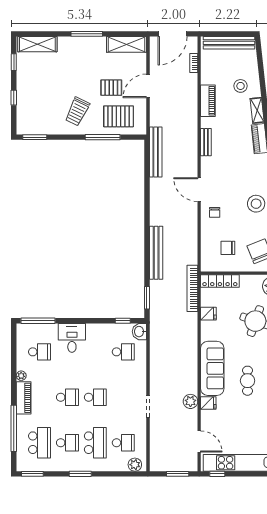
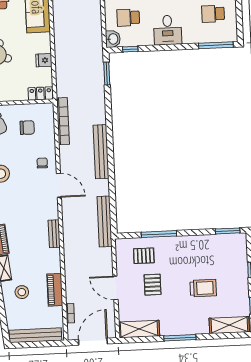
door: (148, 86) -> (115, 288), swing flipped
pallet: (111, 88) -> (153, 285), turned 90
piano: (208, 101) -> (55, 290), moved
trolley: (77, 111) -> (203, 288), moved, turned 64
pallet: (119, 116) -> (144, 256), width x0.67, depth x0.71
bench: (156, 253) -> (101, 152), moved
locker: (220, 281) -> (40, 94), width x0.66
bookcase: (192, 288) -> (63, 121), moved
desk: (72, 338) -> (168, 30), moved

